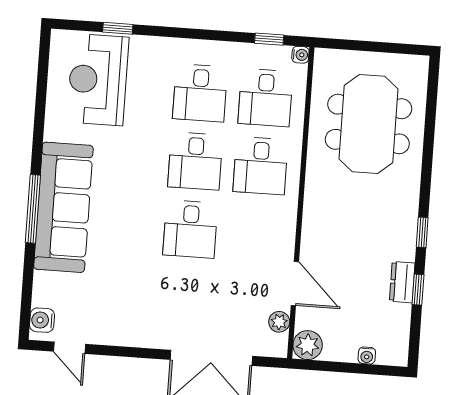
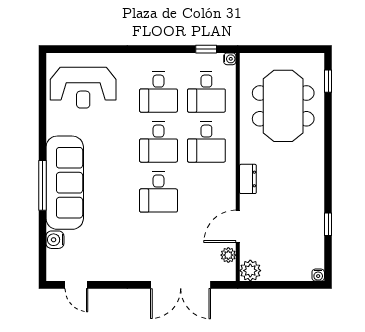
window: (118, 28) -> (95, 49), removed
reception desk: (98, 80) -> (83, 88), turned -90
window: (422, 232) -> (328, 81), moved
dresser: (402, 282) -> (248, 179), moved, turned 180
door: (295, 284) -> (238, 226), swing flipped
water cooler: (42, 320) -> (55, 240), moved
water cooler: (367, 356) -> (318, 275), moved

